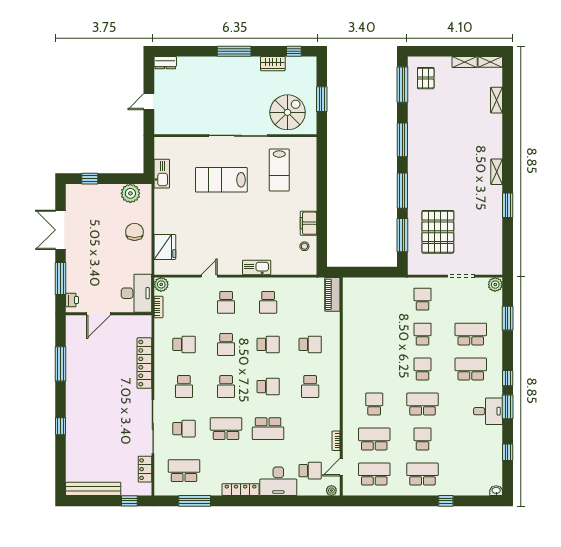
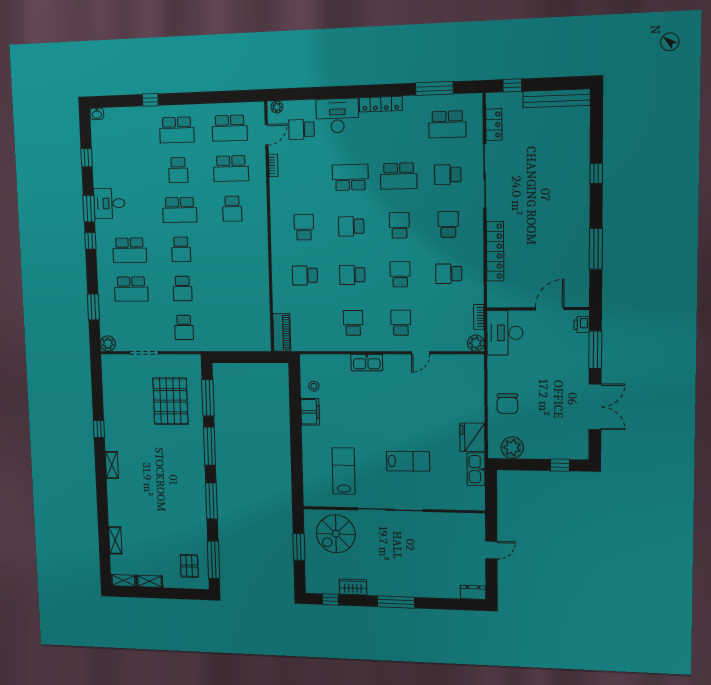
lab bench: (221, 180) -> (408, 461), width x0.73, depth x0.72
window: (508, 205) -> (99, 429), width x0.67
fridge: (165, 247) -> (472, 437), moved

